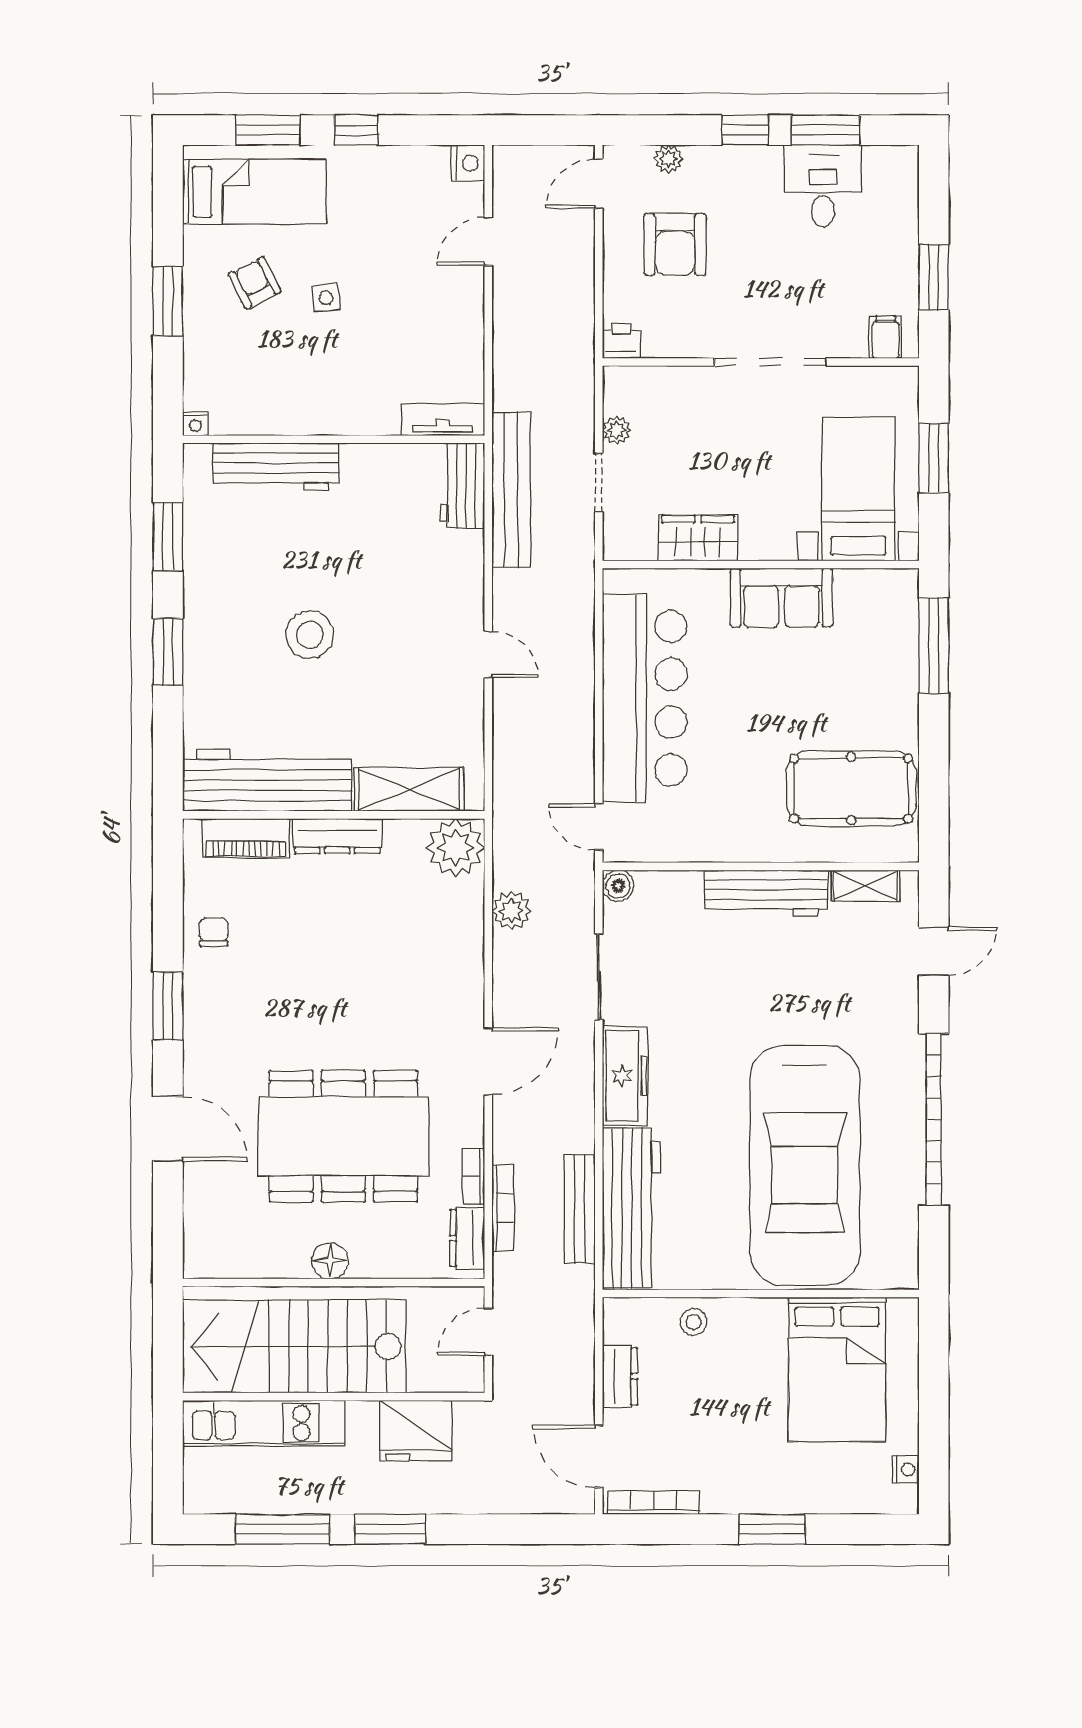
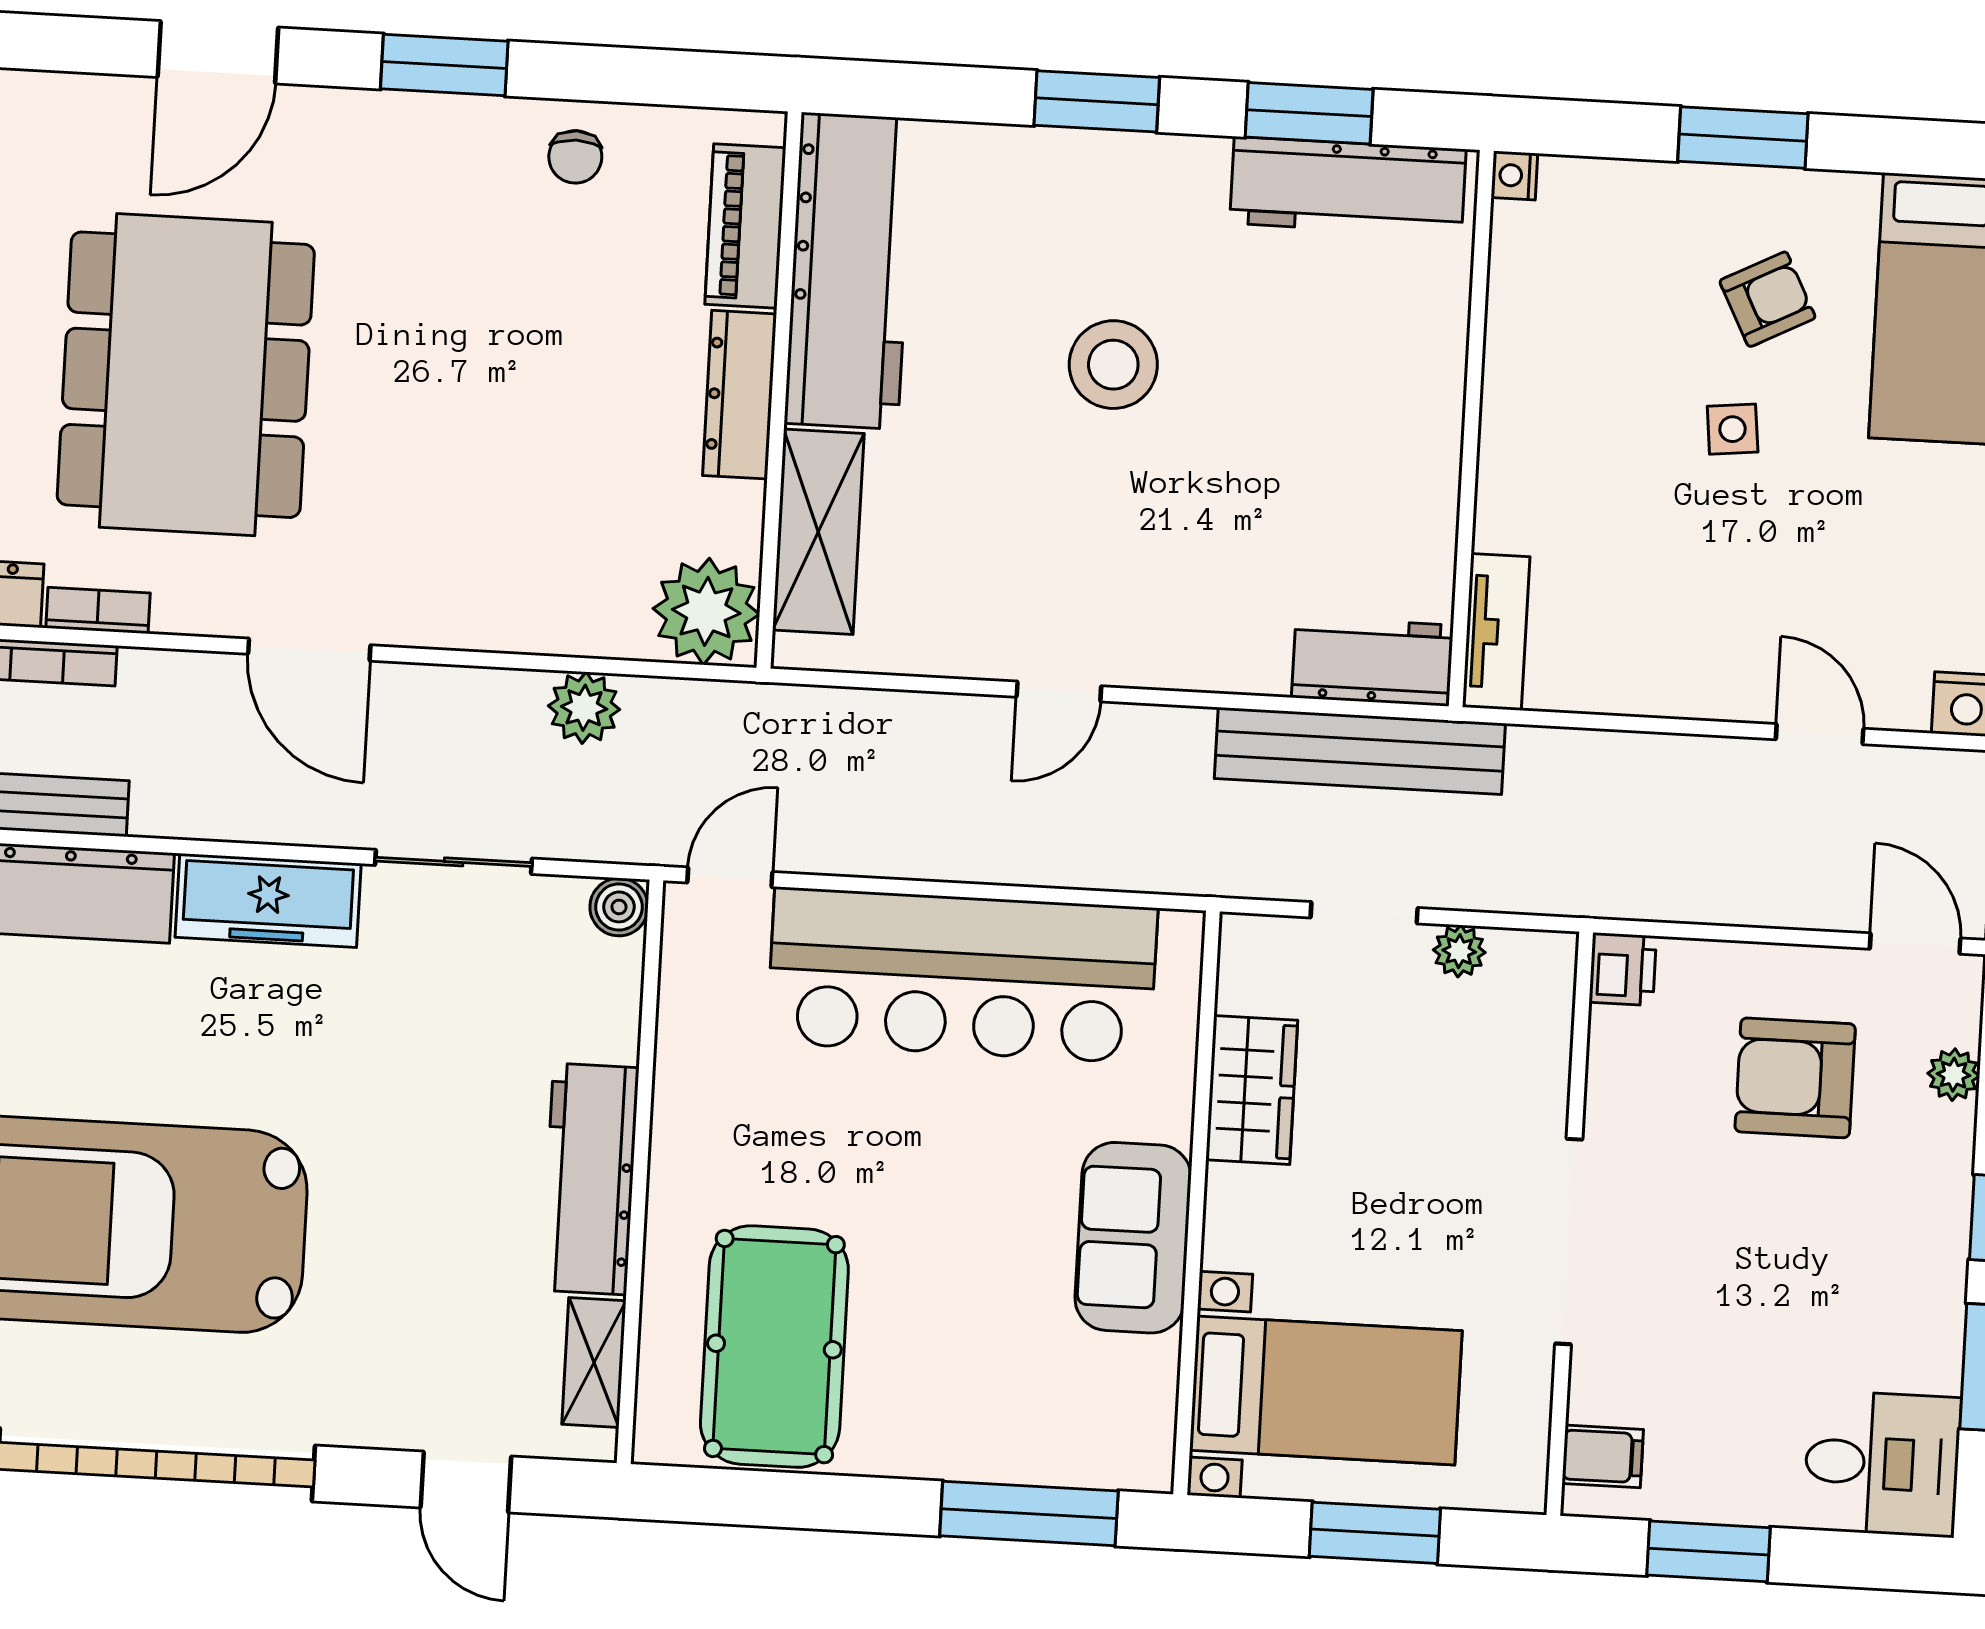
desk: (823, 186) -> (1882, 1464), moved
workbench: (276, 467) -> (1348, 186), moved, turned -90
chair: (214, 932) -> (575, 157), turned 90

